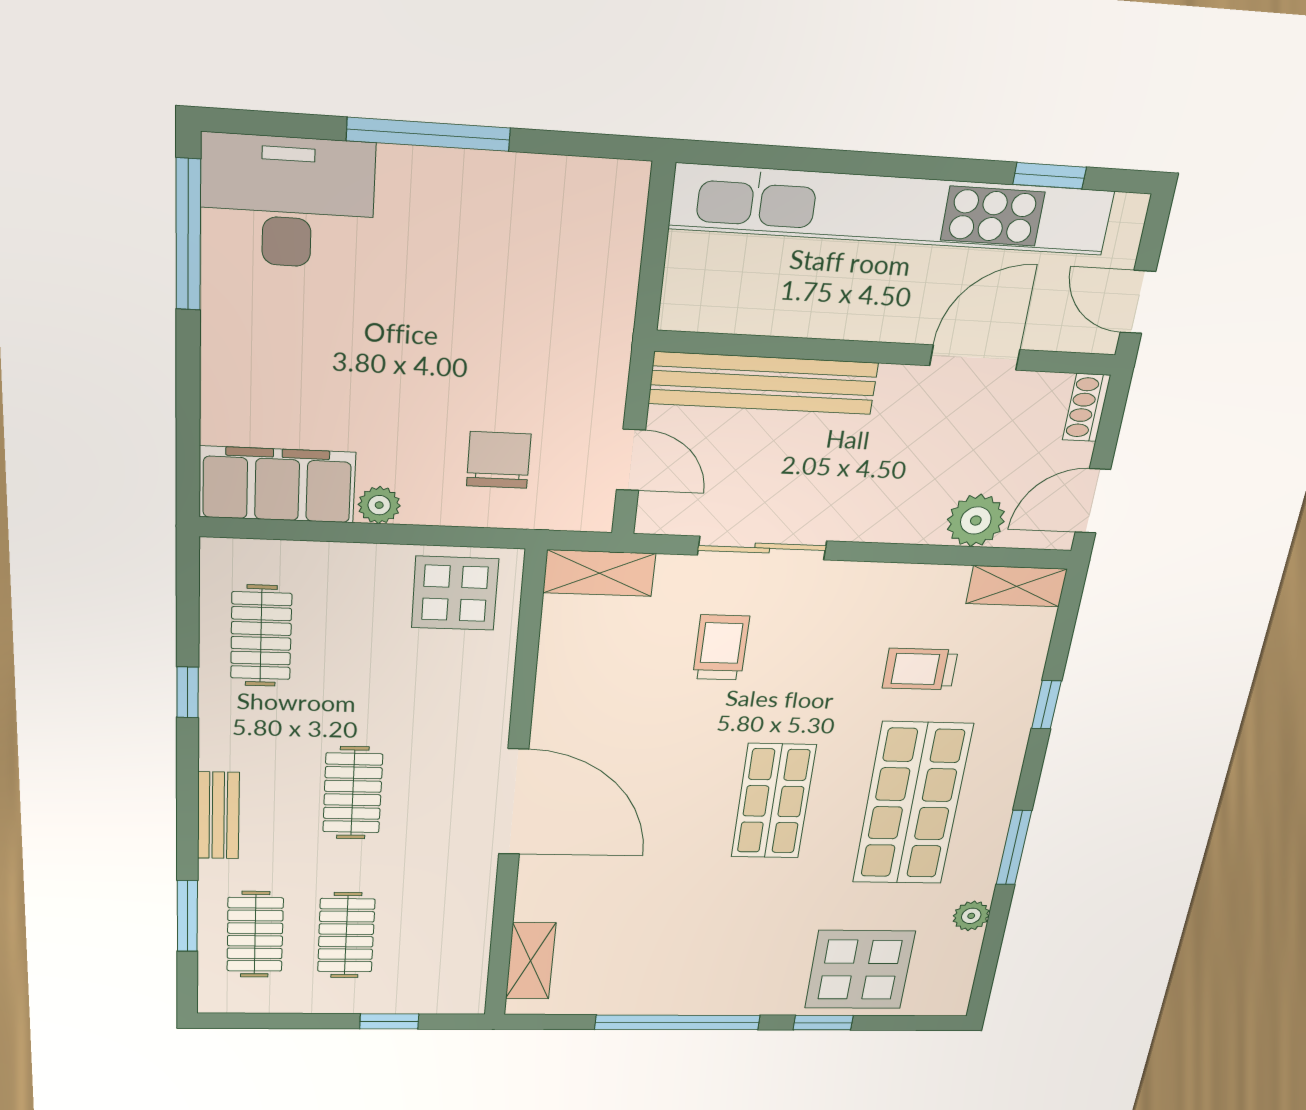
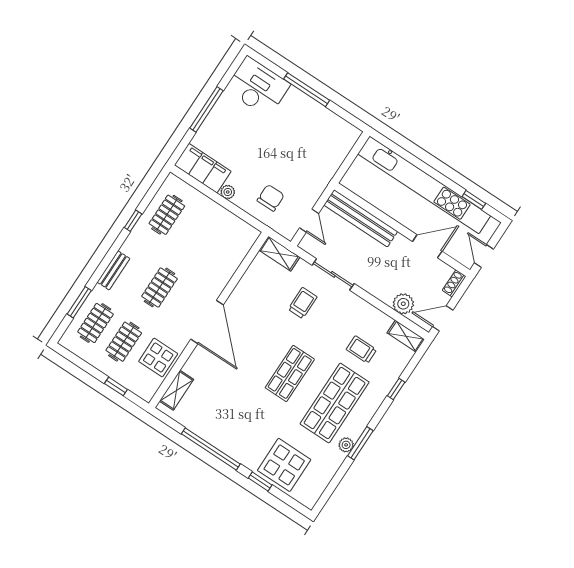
window: (188, 235) -> (207, 109), moved
display table: (455, 593) -> (158, 357), moved
plant: (971, 916) -> (346, 445), moved

